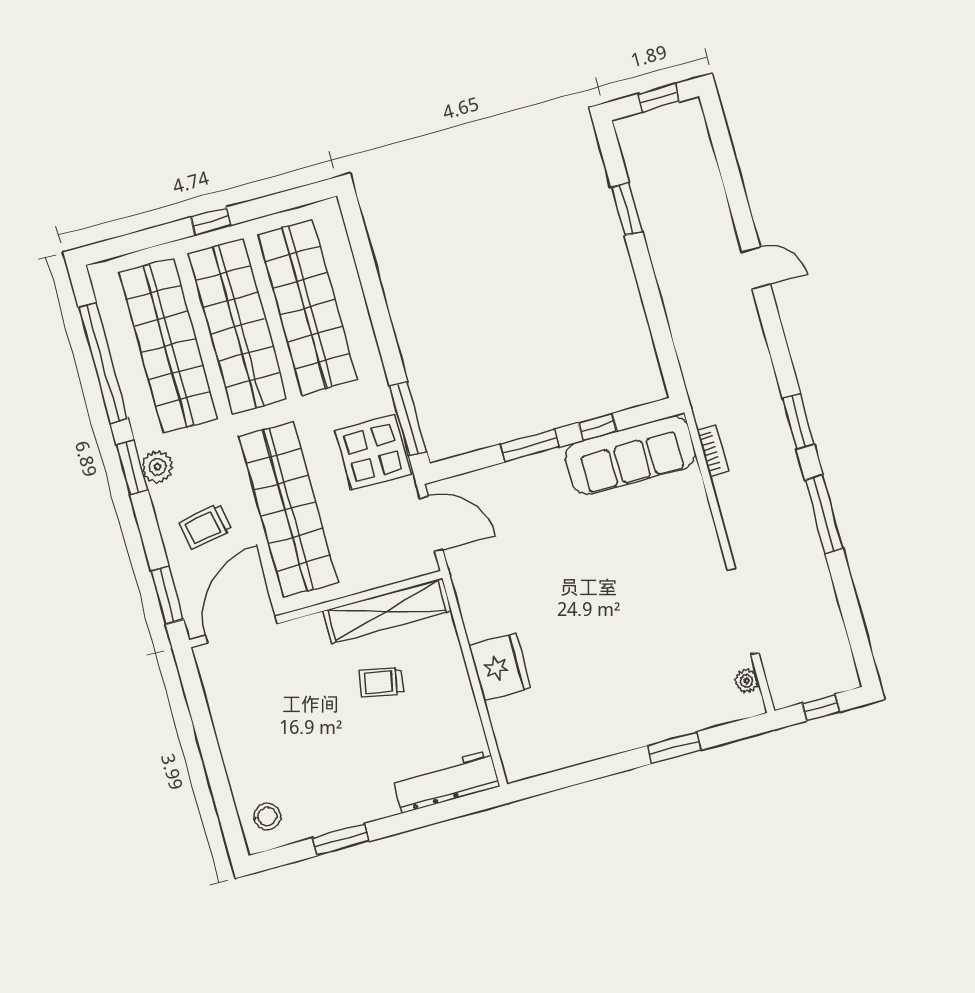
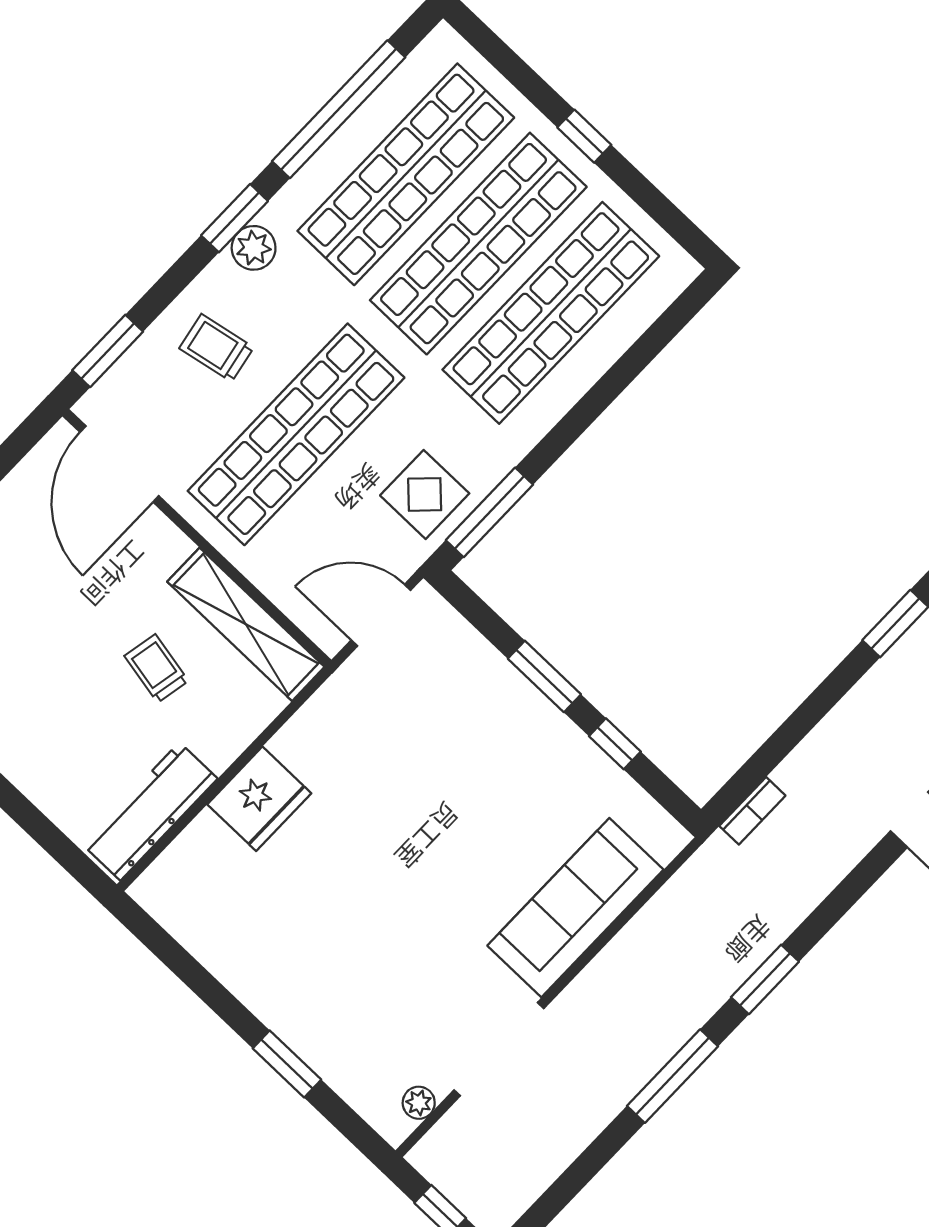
bookcase: (713, 451) -> (752, 811), moved
display table: (373, 452) -> (425, 494), width x0.73, depth x0.73
sofa: (630, 455) -> (575, 908), moved, turned 90
door: (431, 524) -> (381, 615), swing flipped
door: (241, 630) -> (119, 464), swing flipped
workbench: (446, 782) -> (150, 811), moved, turned -90

